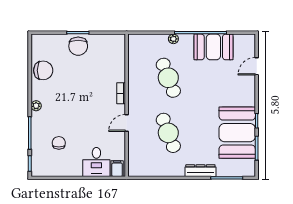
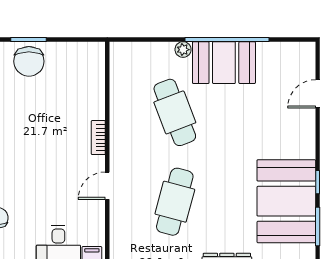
booth: (213, 47) -> (224, 63), moved
cafe table: (168, 133) -> (175, 202), turned 36

